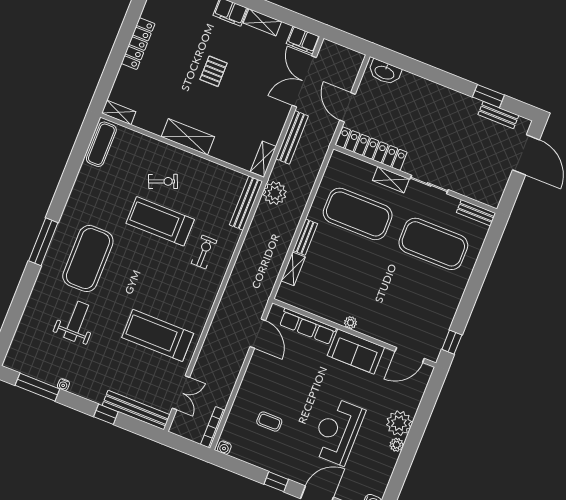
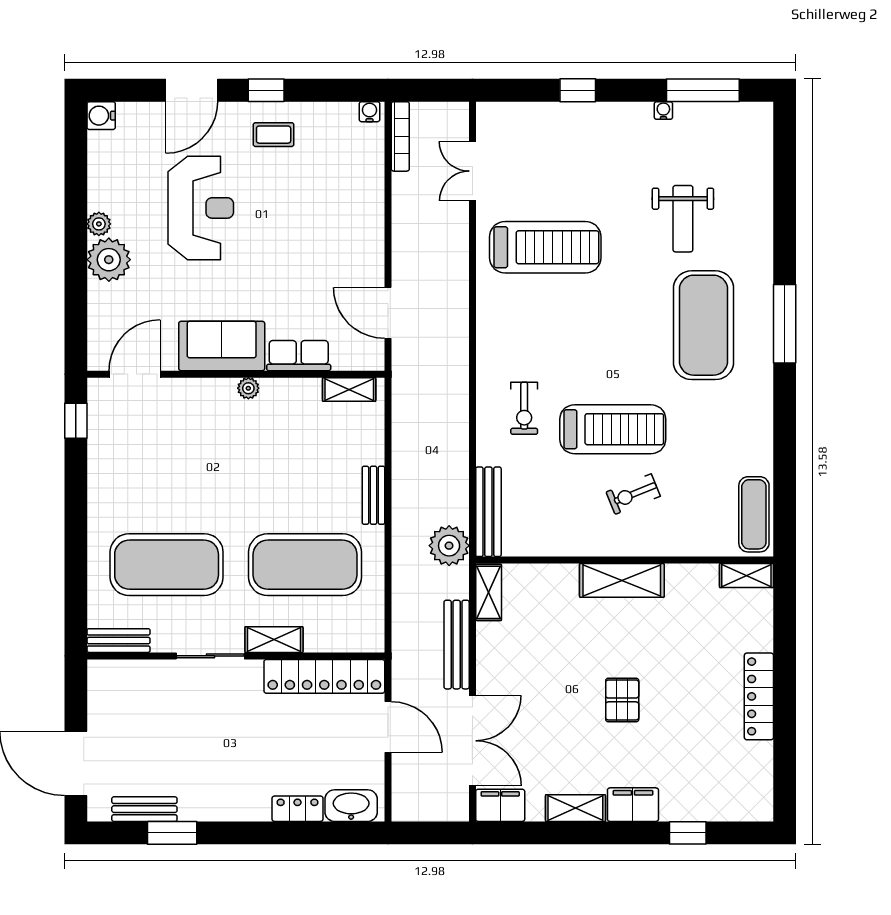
locker: (415, 82) -> (298, 809), added
shelving: (293, 269) -> (349, 390), moved, turned 90
row of seats: (308, 326) -> (299, 356), width x0.68
bench: (136, 410) -> (533, 116), removed
coffee table: (269, 422) -> (274, 135), moved

